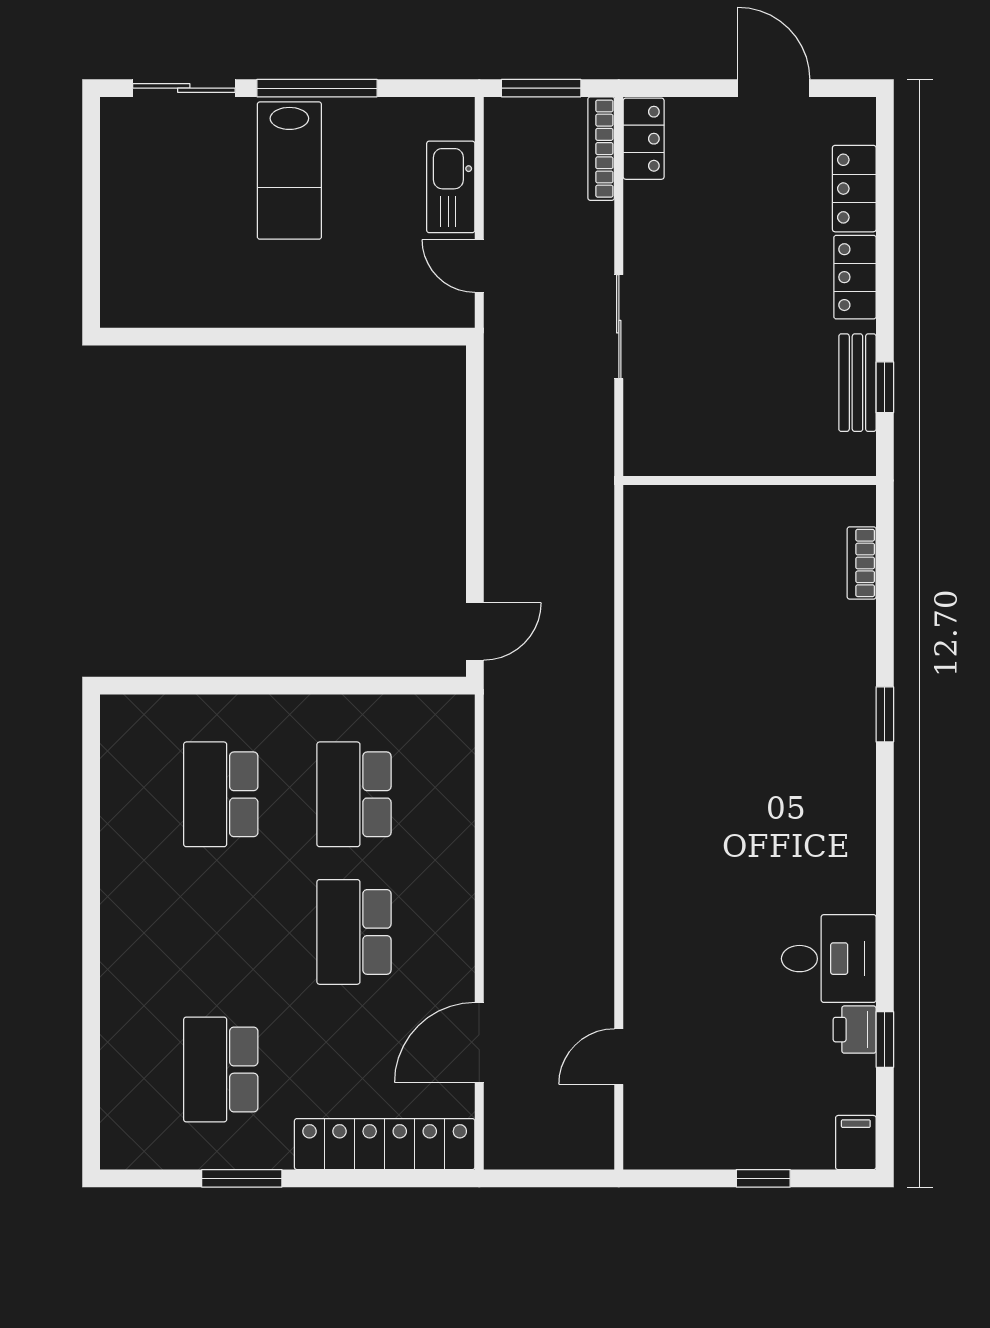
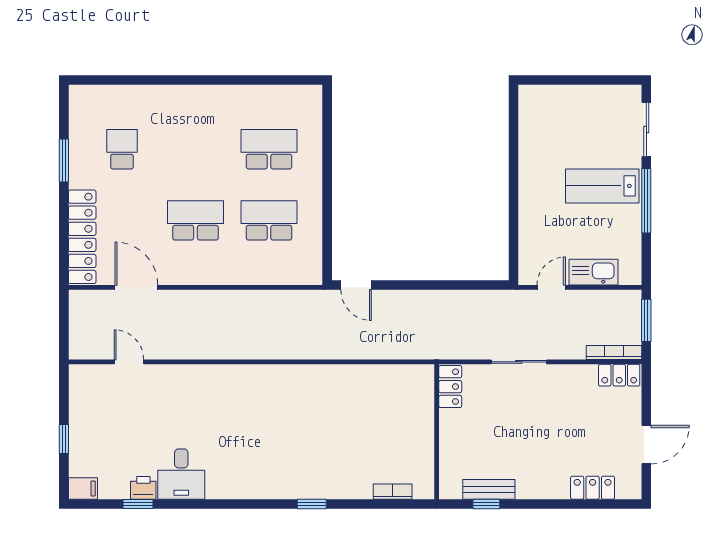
locker: (855, 277) -> (450, 387), moved, turned 90
school desk: (221, 1070) -> (122, 149), width x0.54

